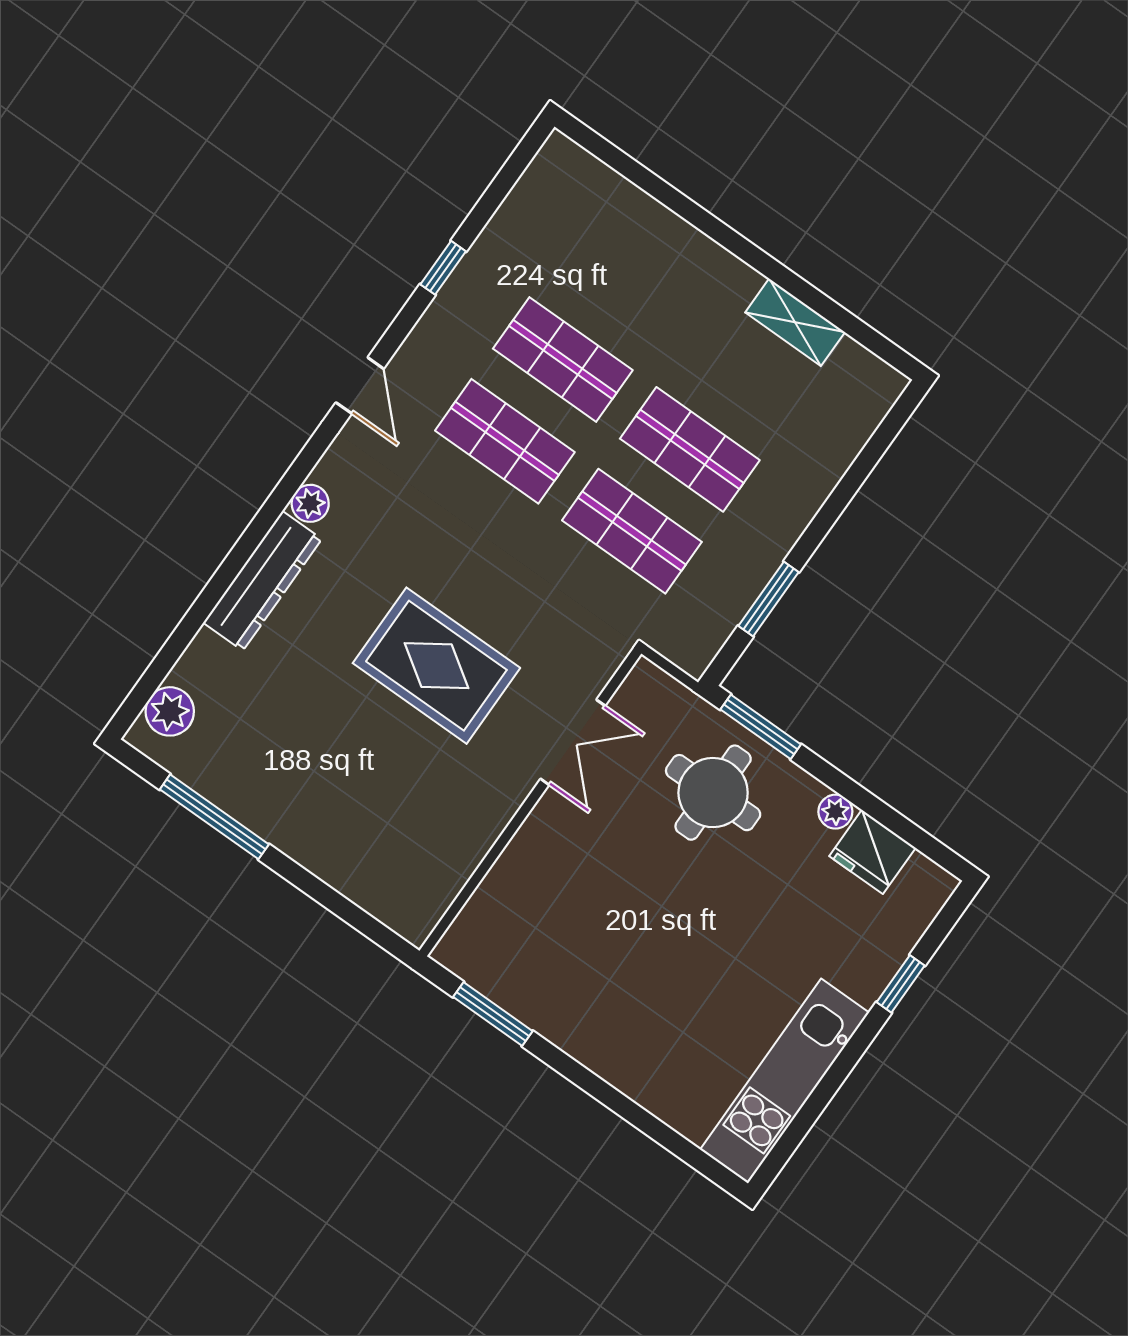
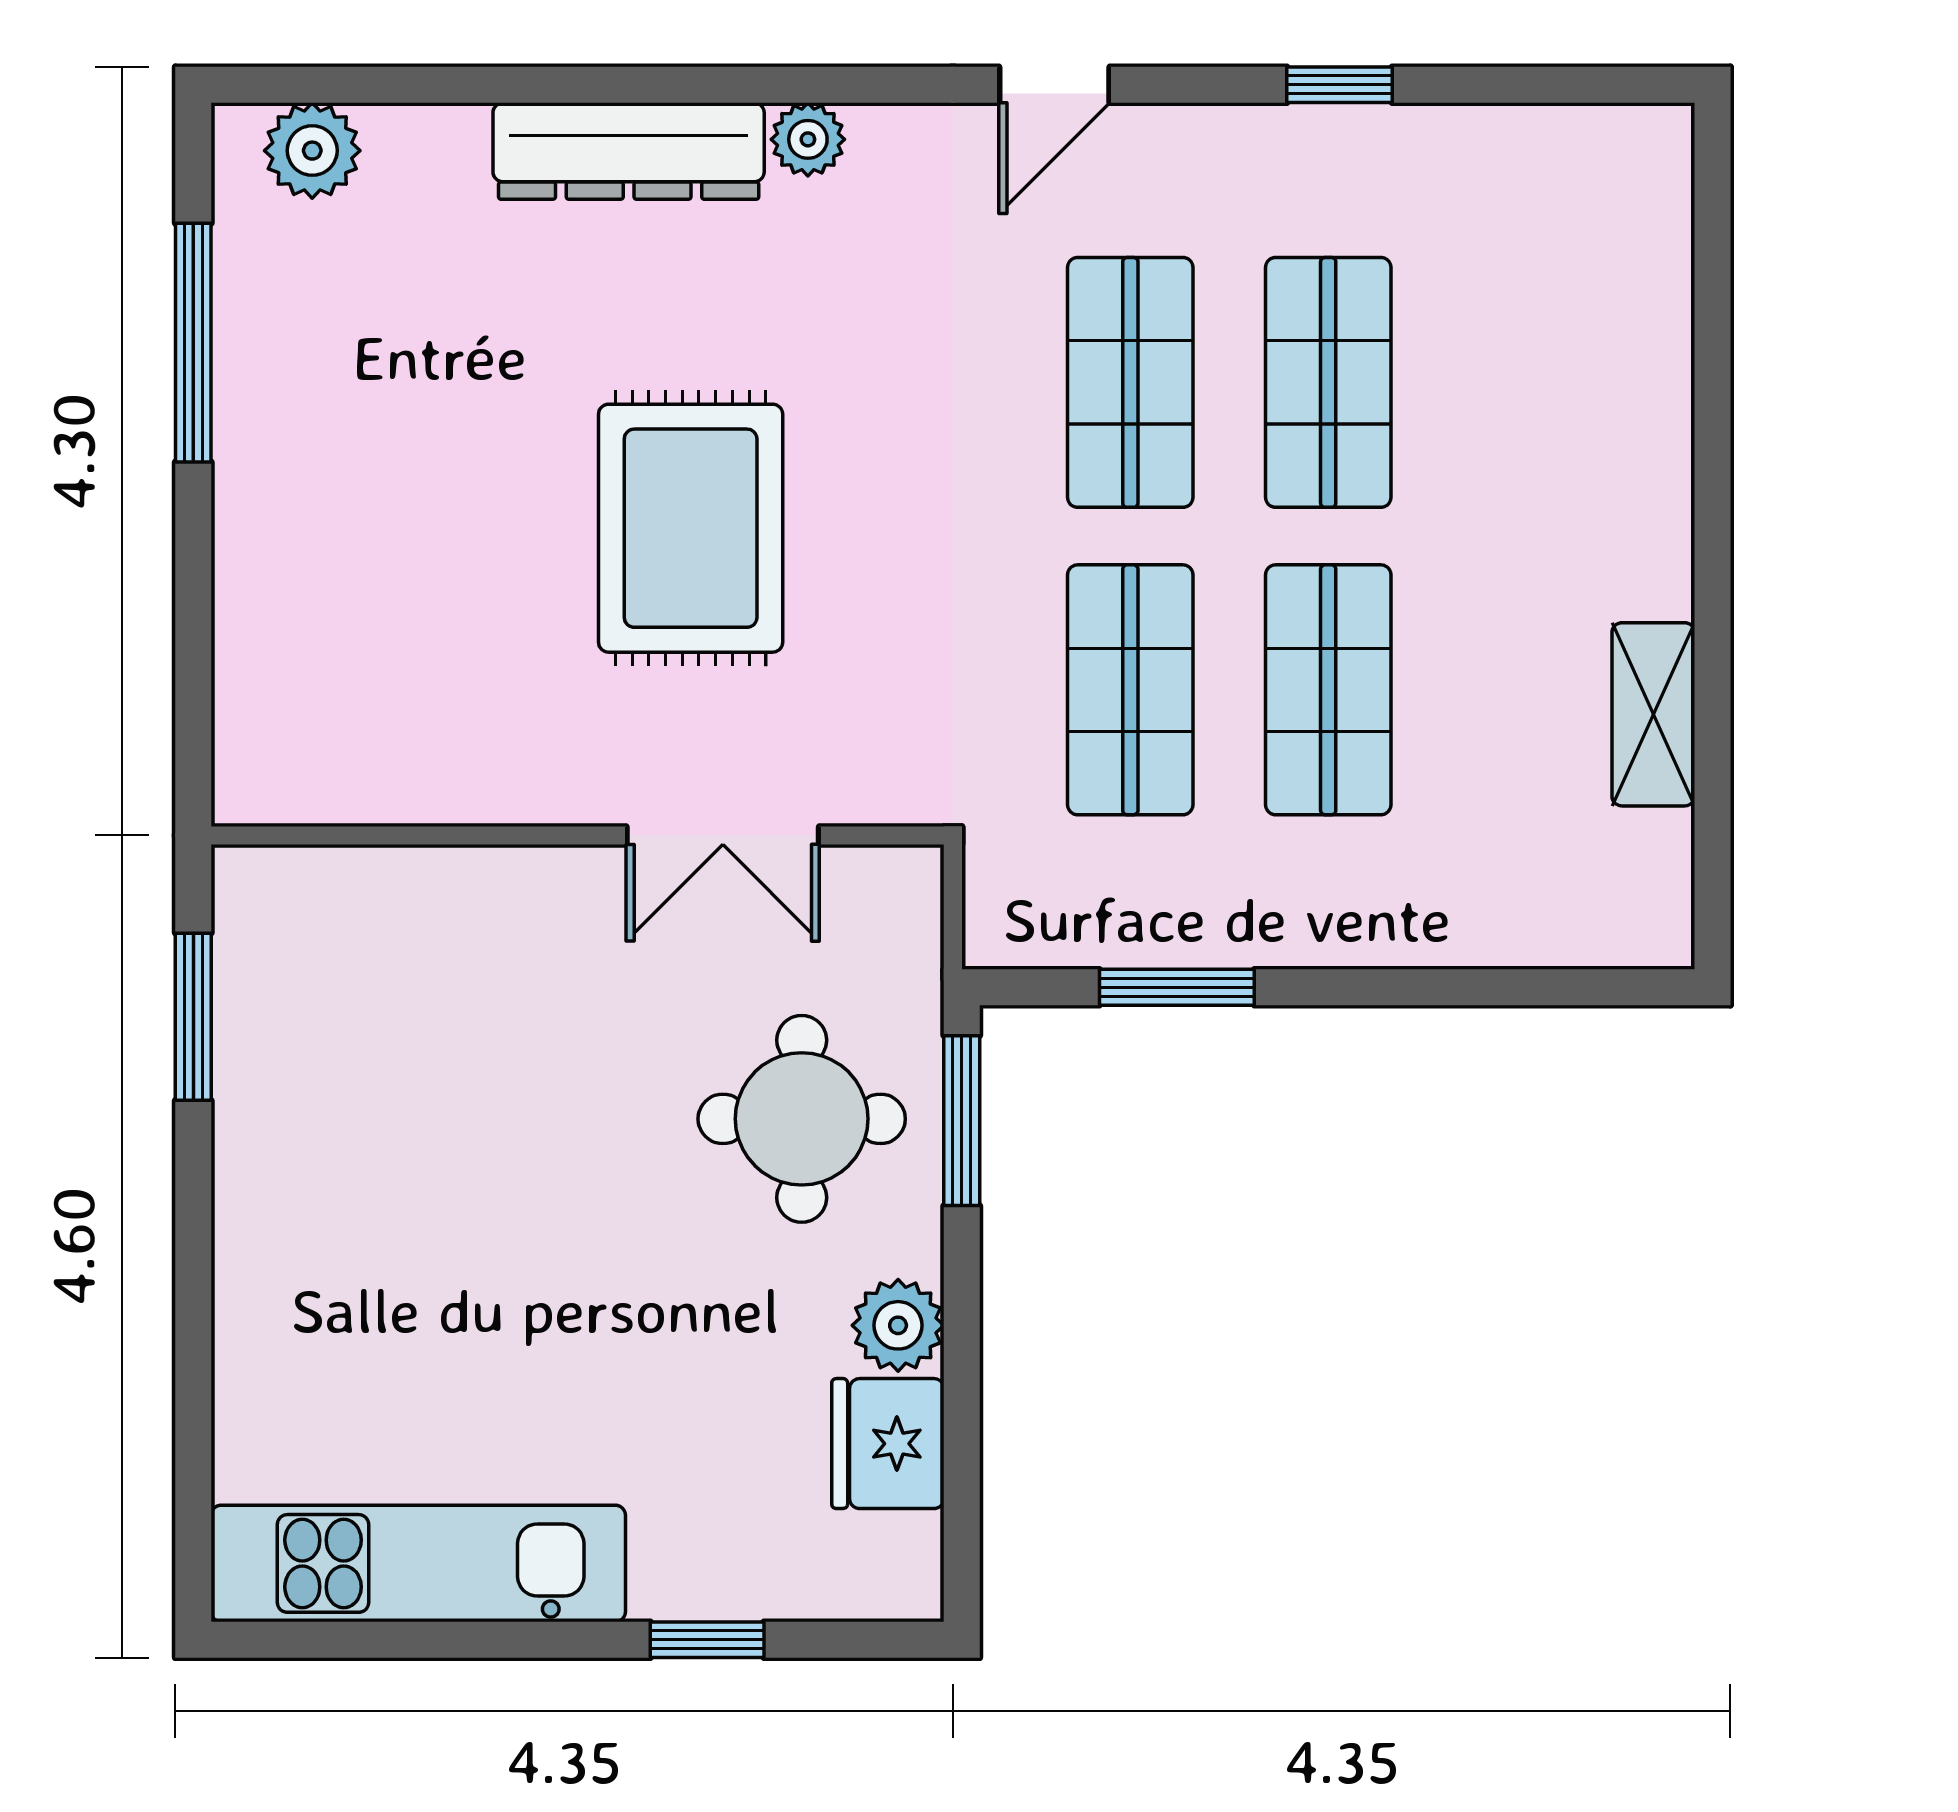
plant: (835, 812) -> (898, 1325), width x1.38, depth x1.38

